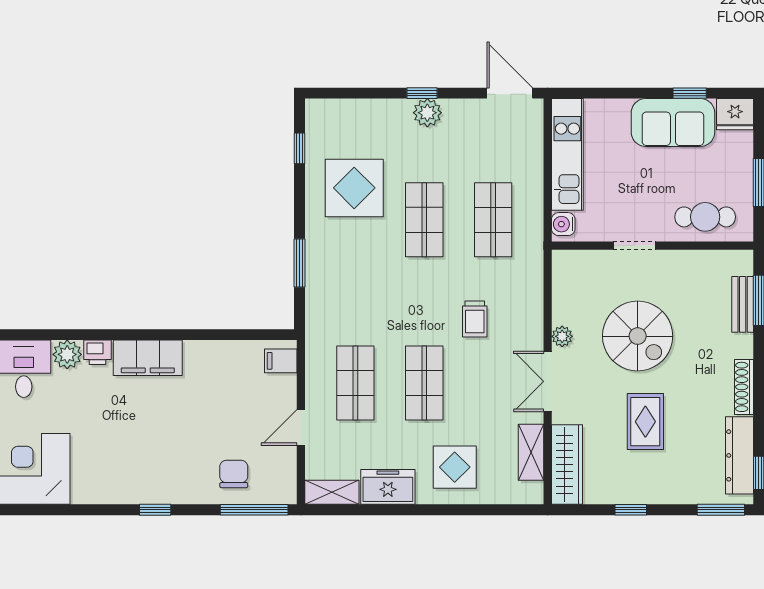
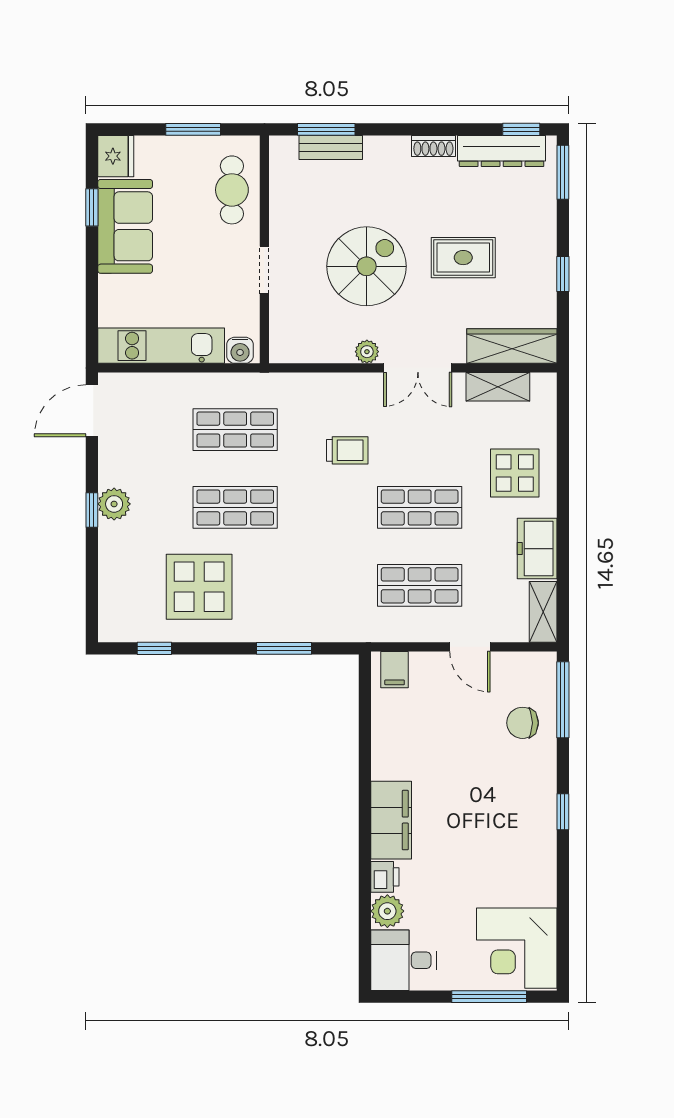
shoe rack: (744, 387) -> (433, 146), width x0.70

